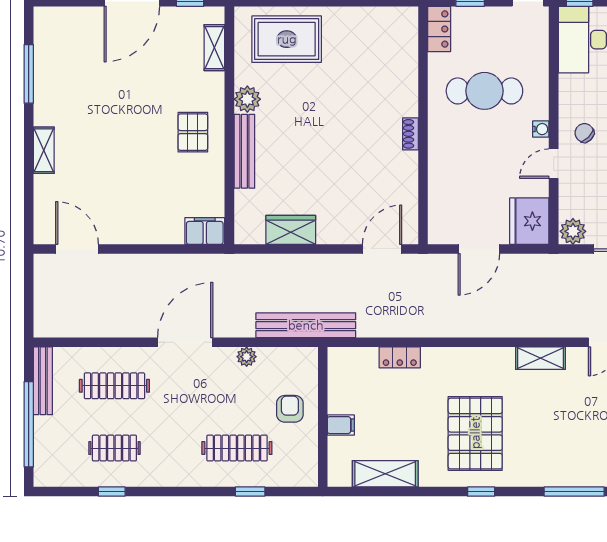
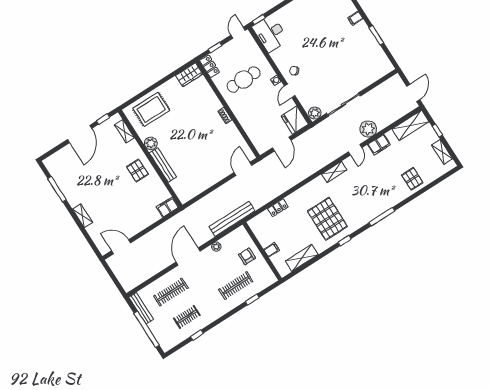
wardrobe: (291, 230) -> (189, 75), moved, turned 180

